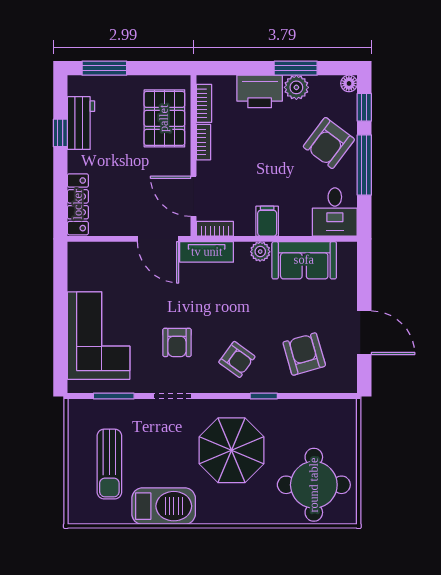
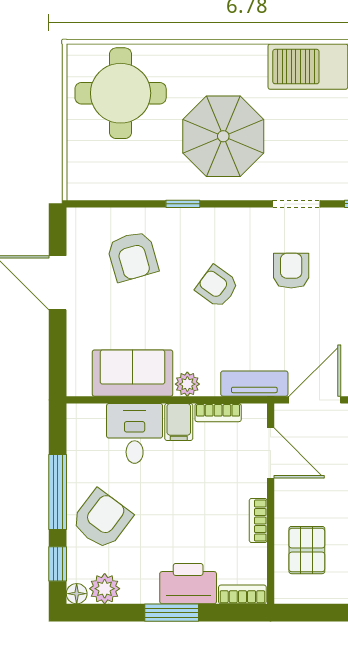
window: (296, 68) -> (172, 613), moved
plant: (296, 87) -> (105, 589), moved
bookcase: (204, 103) -> (242, 594), moved, turned 90
pallet: (164, 118) -> (307, 550), width x0.67, depth x0.71
desk: (335, 212) -> (135, 433), moved
bookcase: (215, 229) -> (218, 413), moved
door: (158, 239) -> (315, 400), hinge flipped
armchair: (237, 359) -> (217, 286), moved

